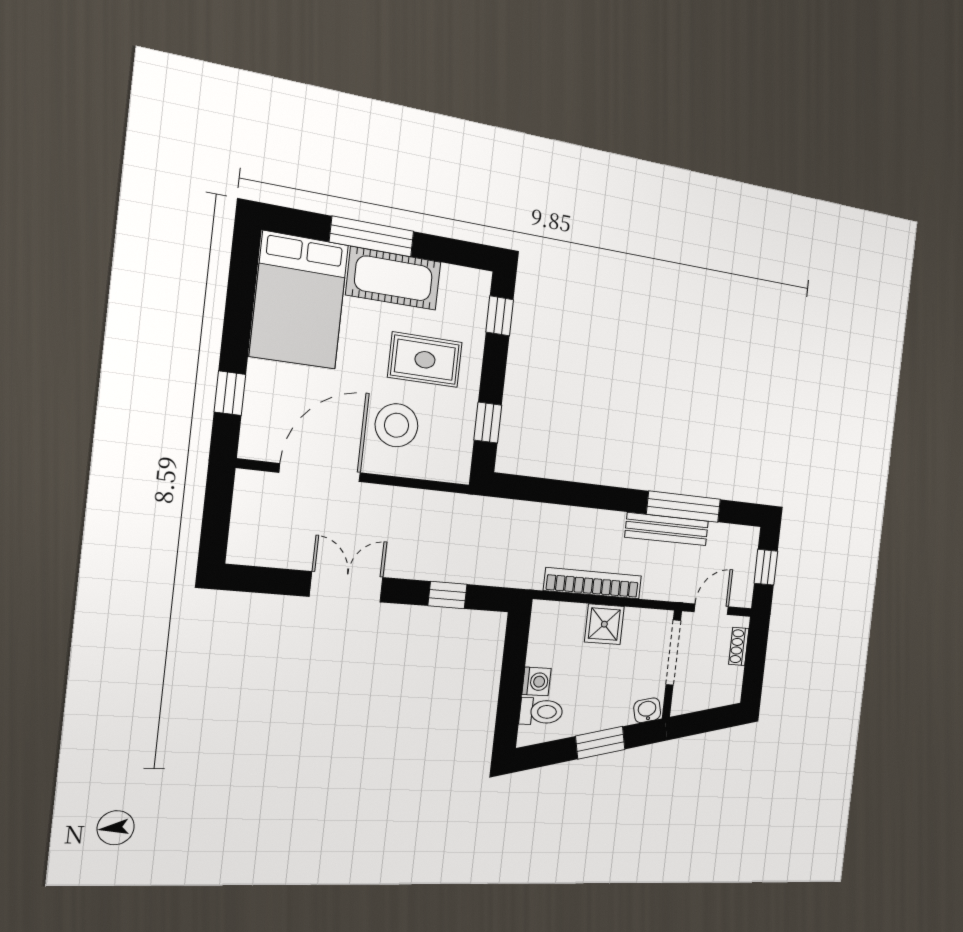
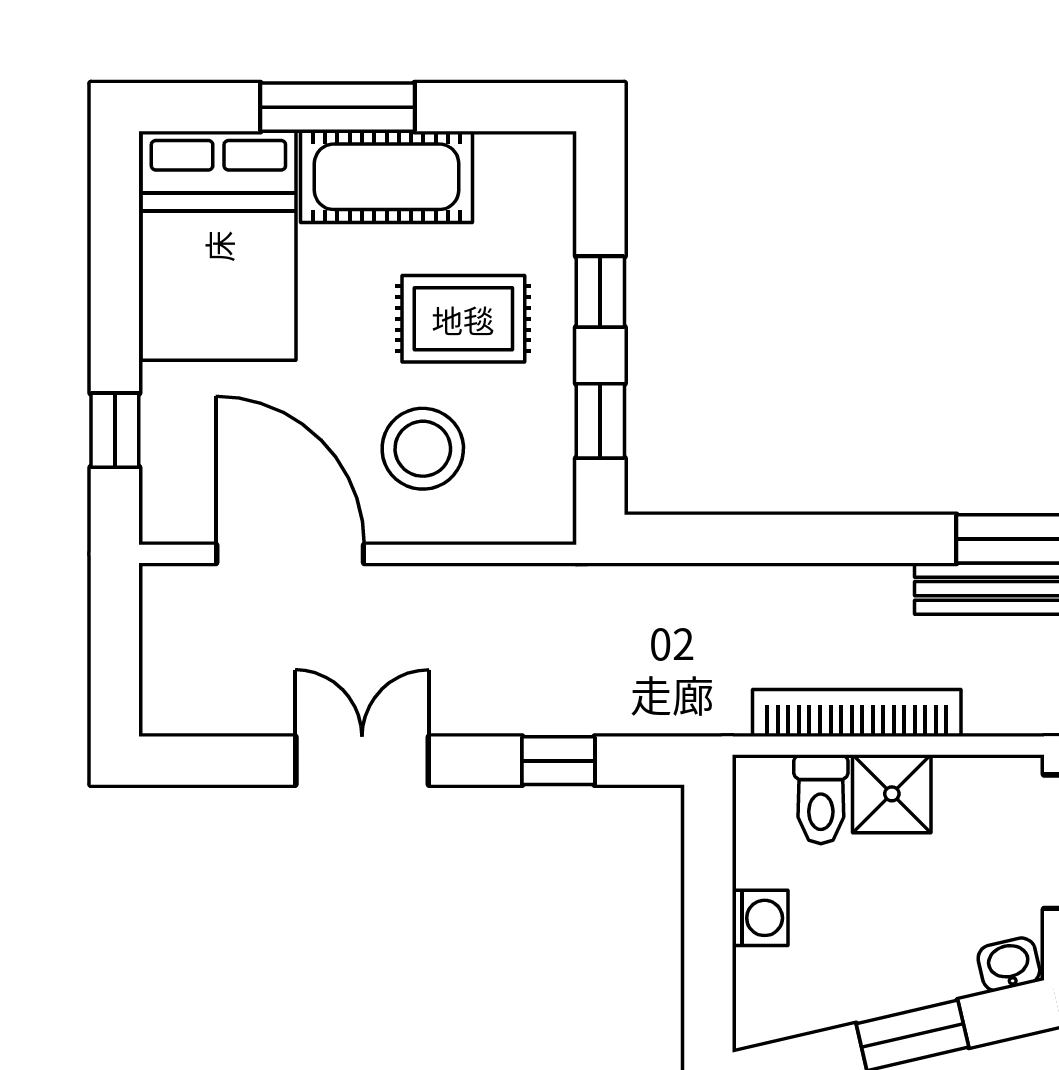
window: (500, 316) -> (600, 292), moved
door: (320, 473) -> (290, 554), hinge flipped
toilet: (541, 712) -> (821, 799), moved, turned 90

